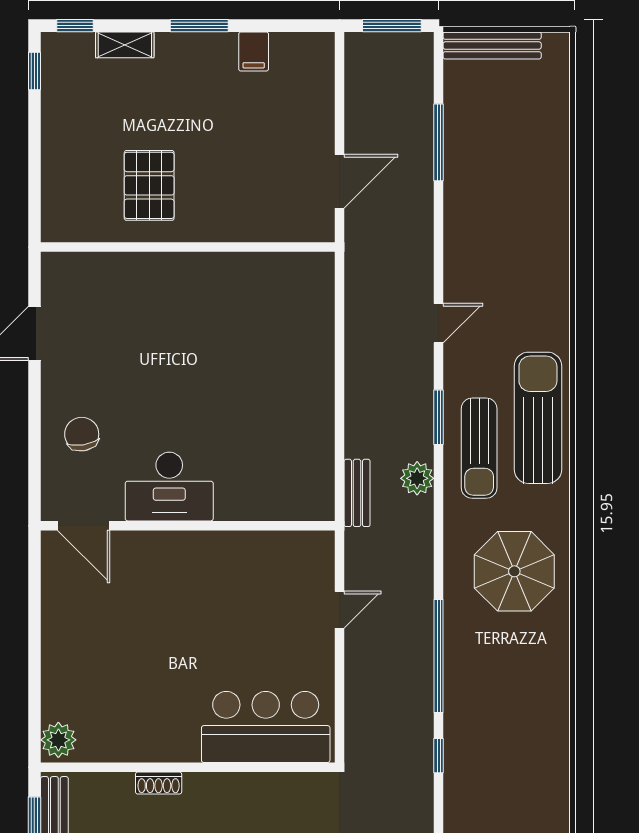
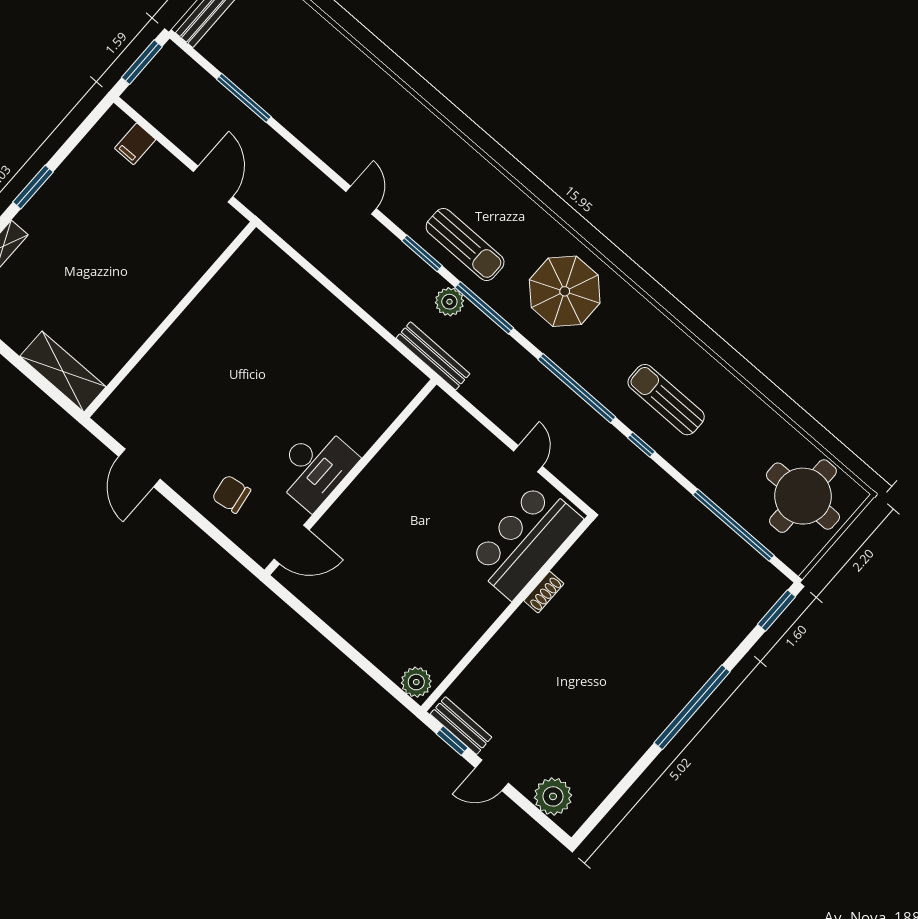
filing cabinet: (254, 52) -> (135, 144), moved, turned 90
pallet: (149, 185) -> (108, 310), removed
shelving: (60, 193) -> (63, 372), added
sun lounger: (538, 418) -> (666, 400), moved, width x0.73, depth x0.75
bench: (357, 493) -> (433, 356), width x1.36
window: (439, 514) -> (484, 308), added
door: (339, 610) -> (528, 459), moved
shoe rack: (159, 783) -> (544, 592), moved

